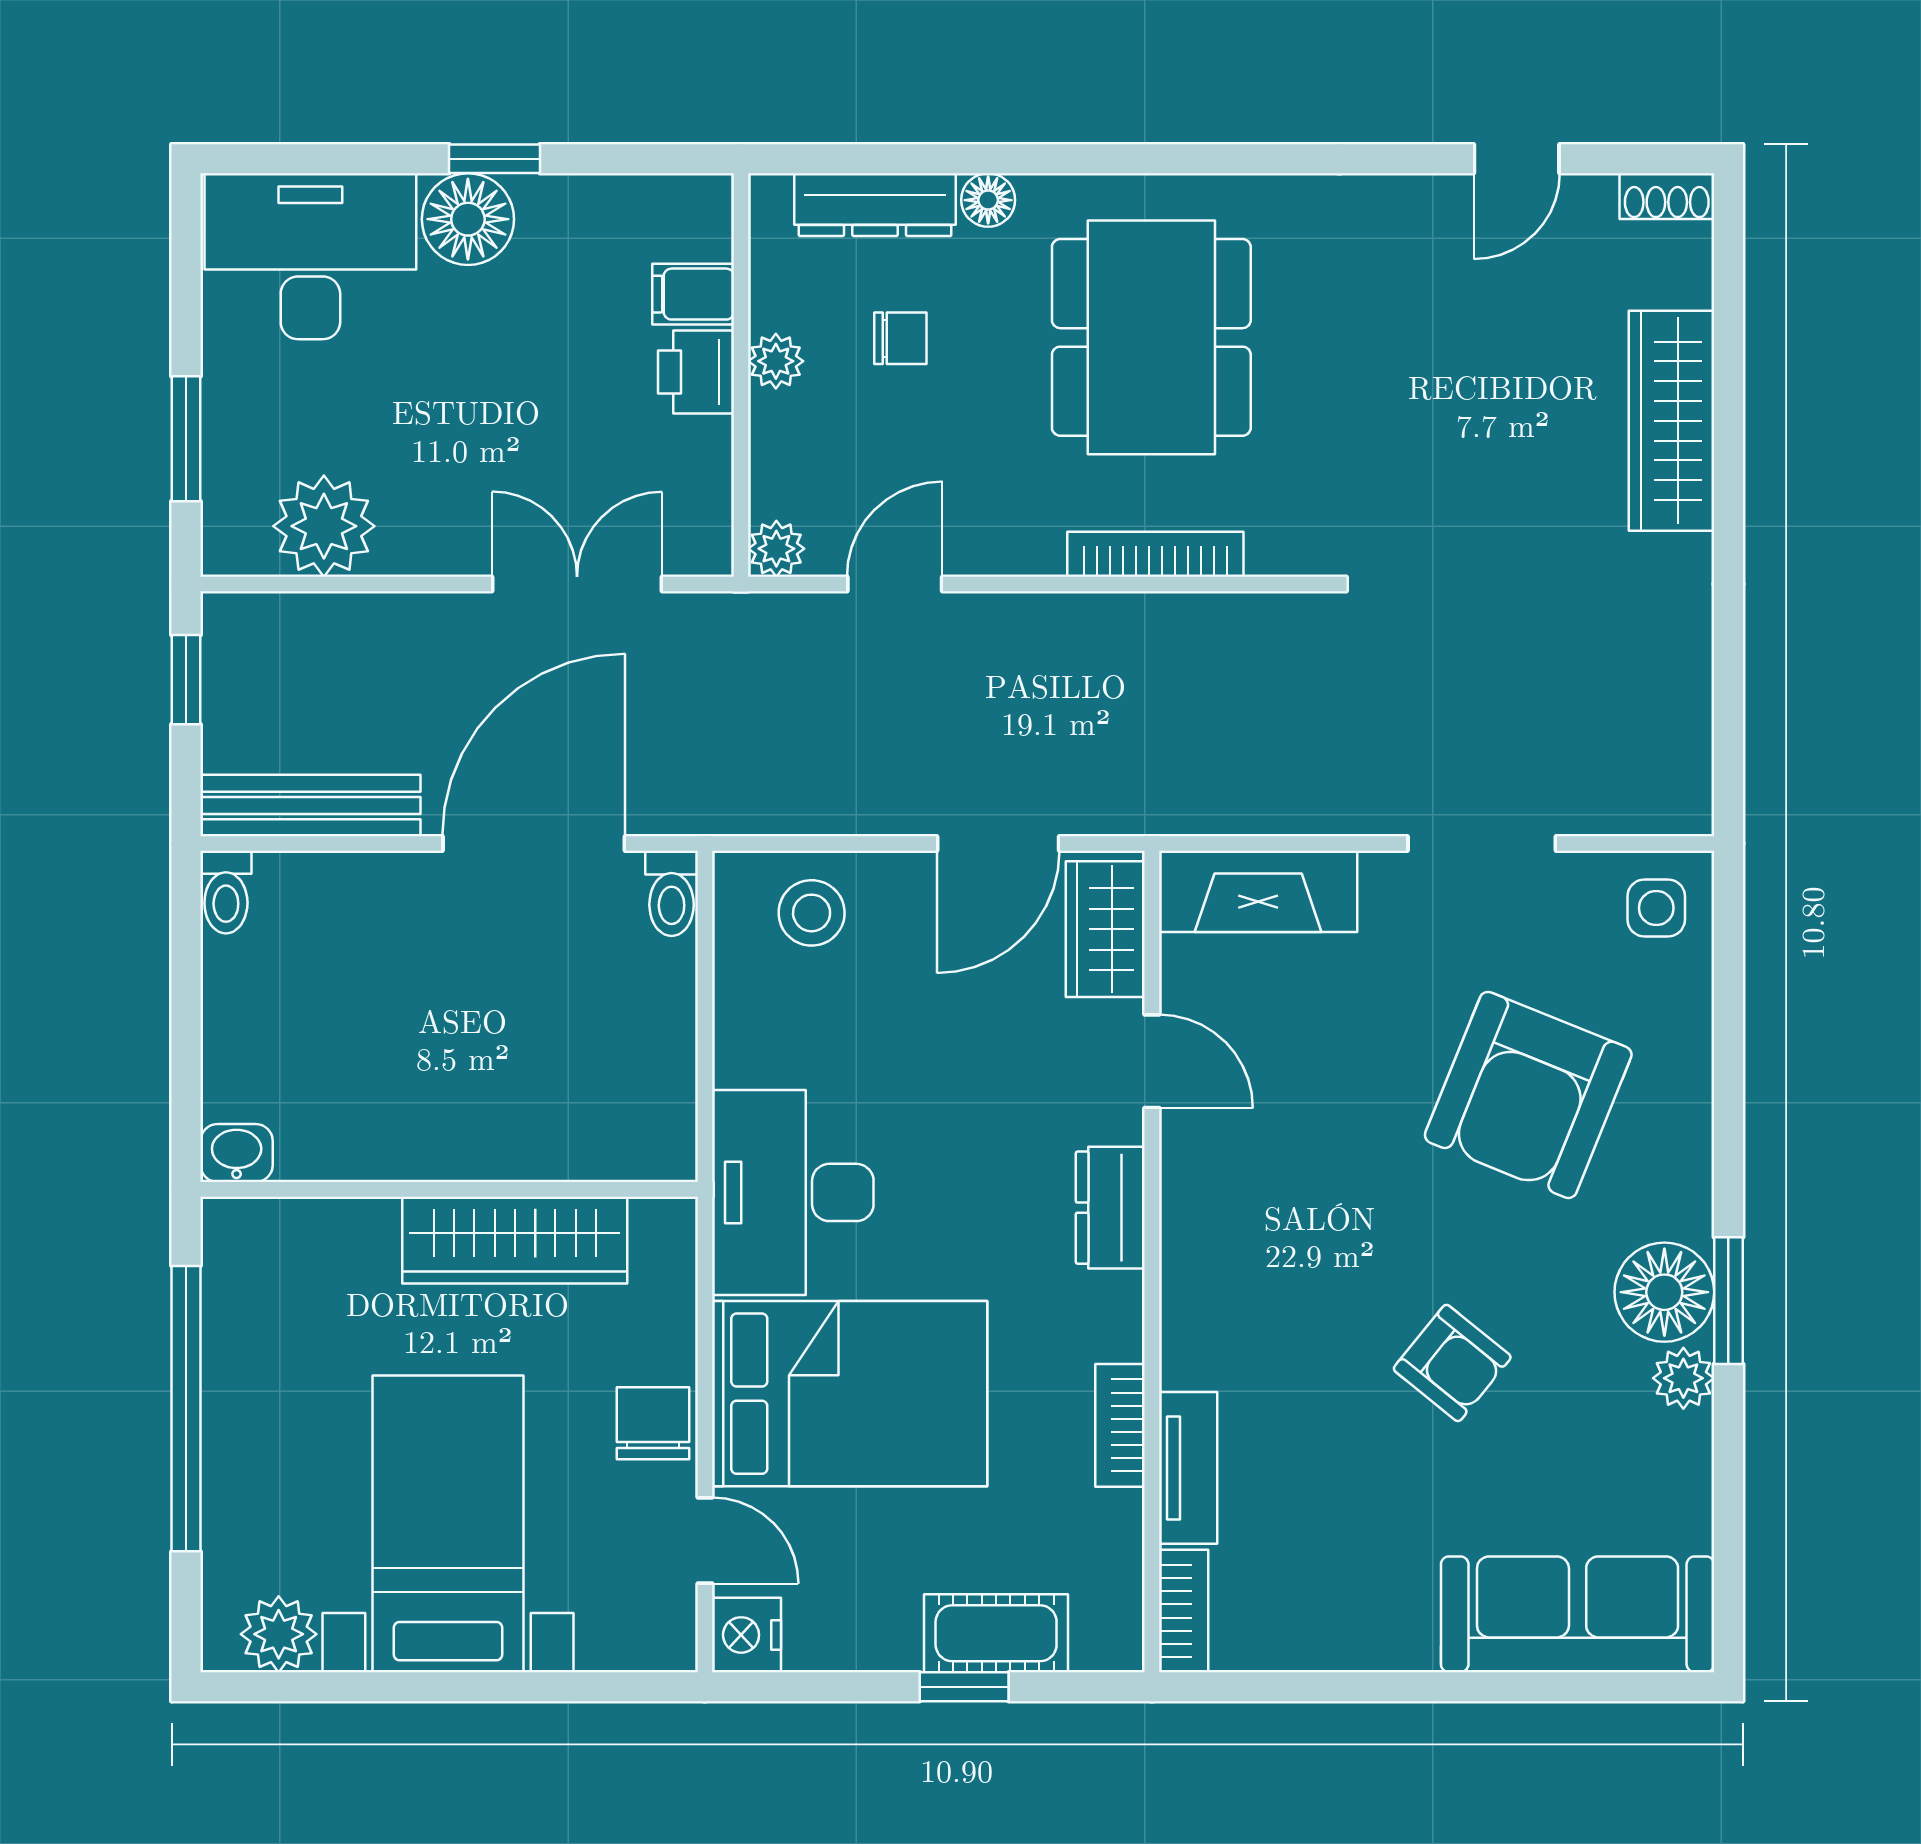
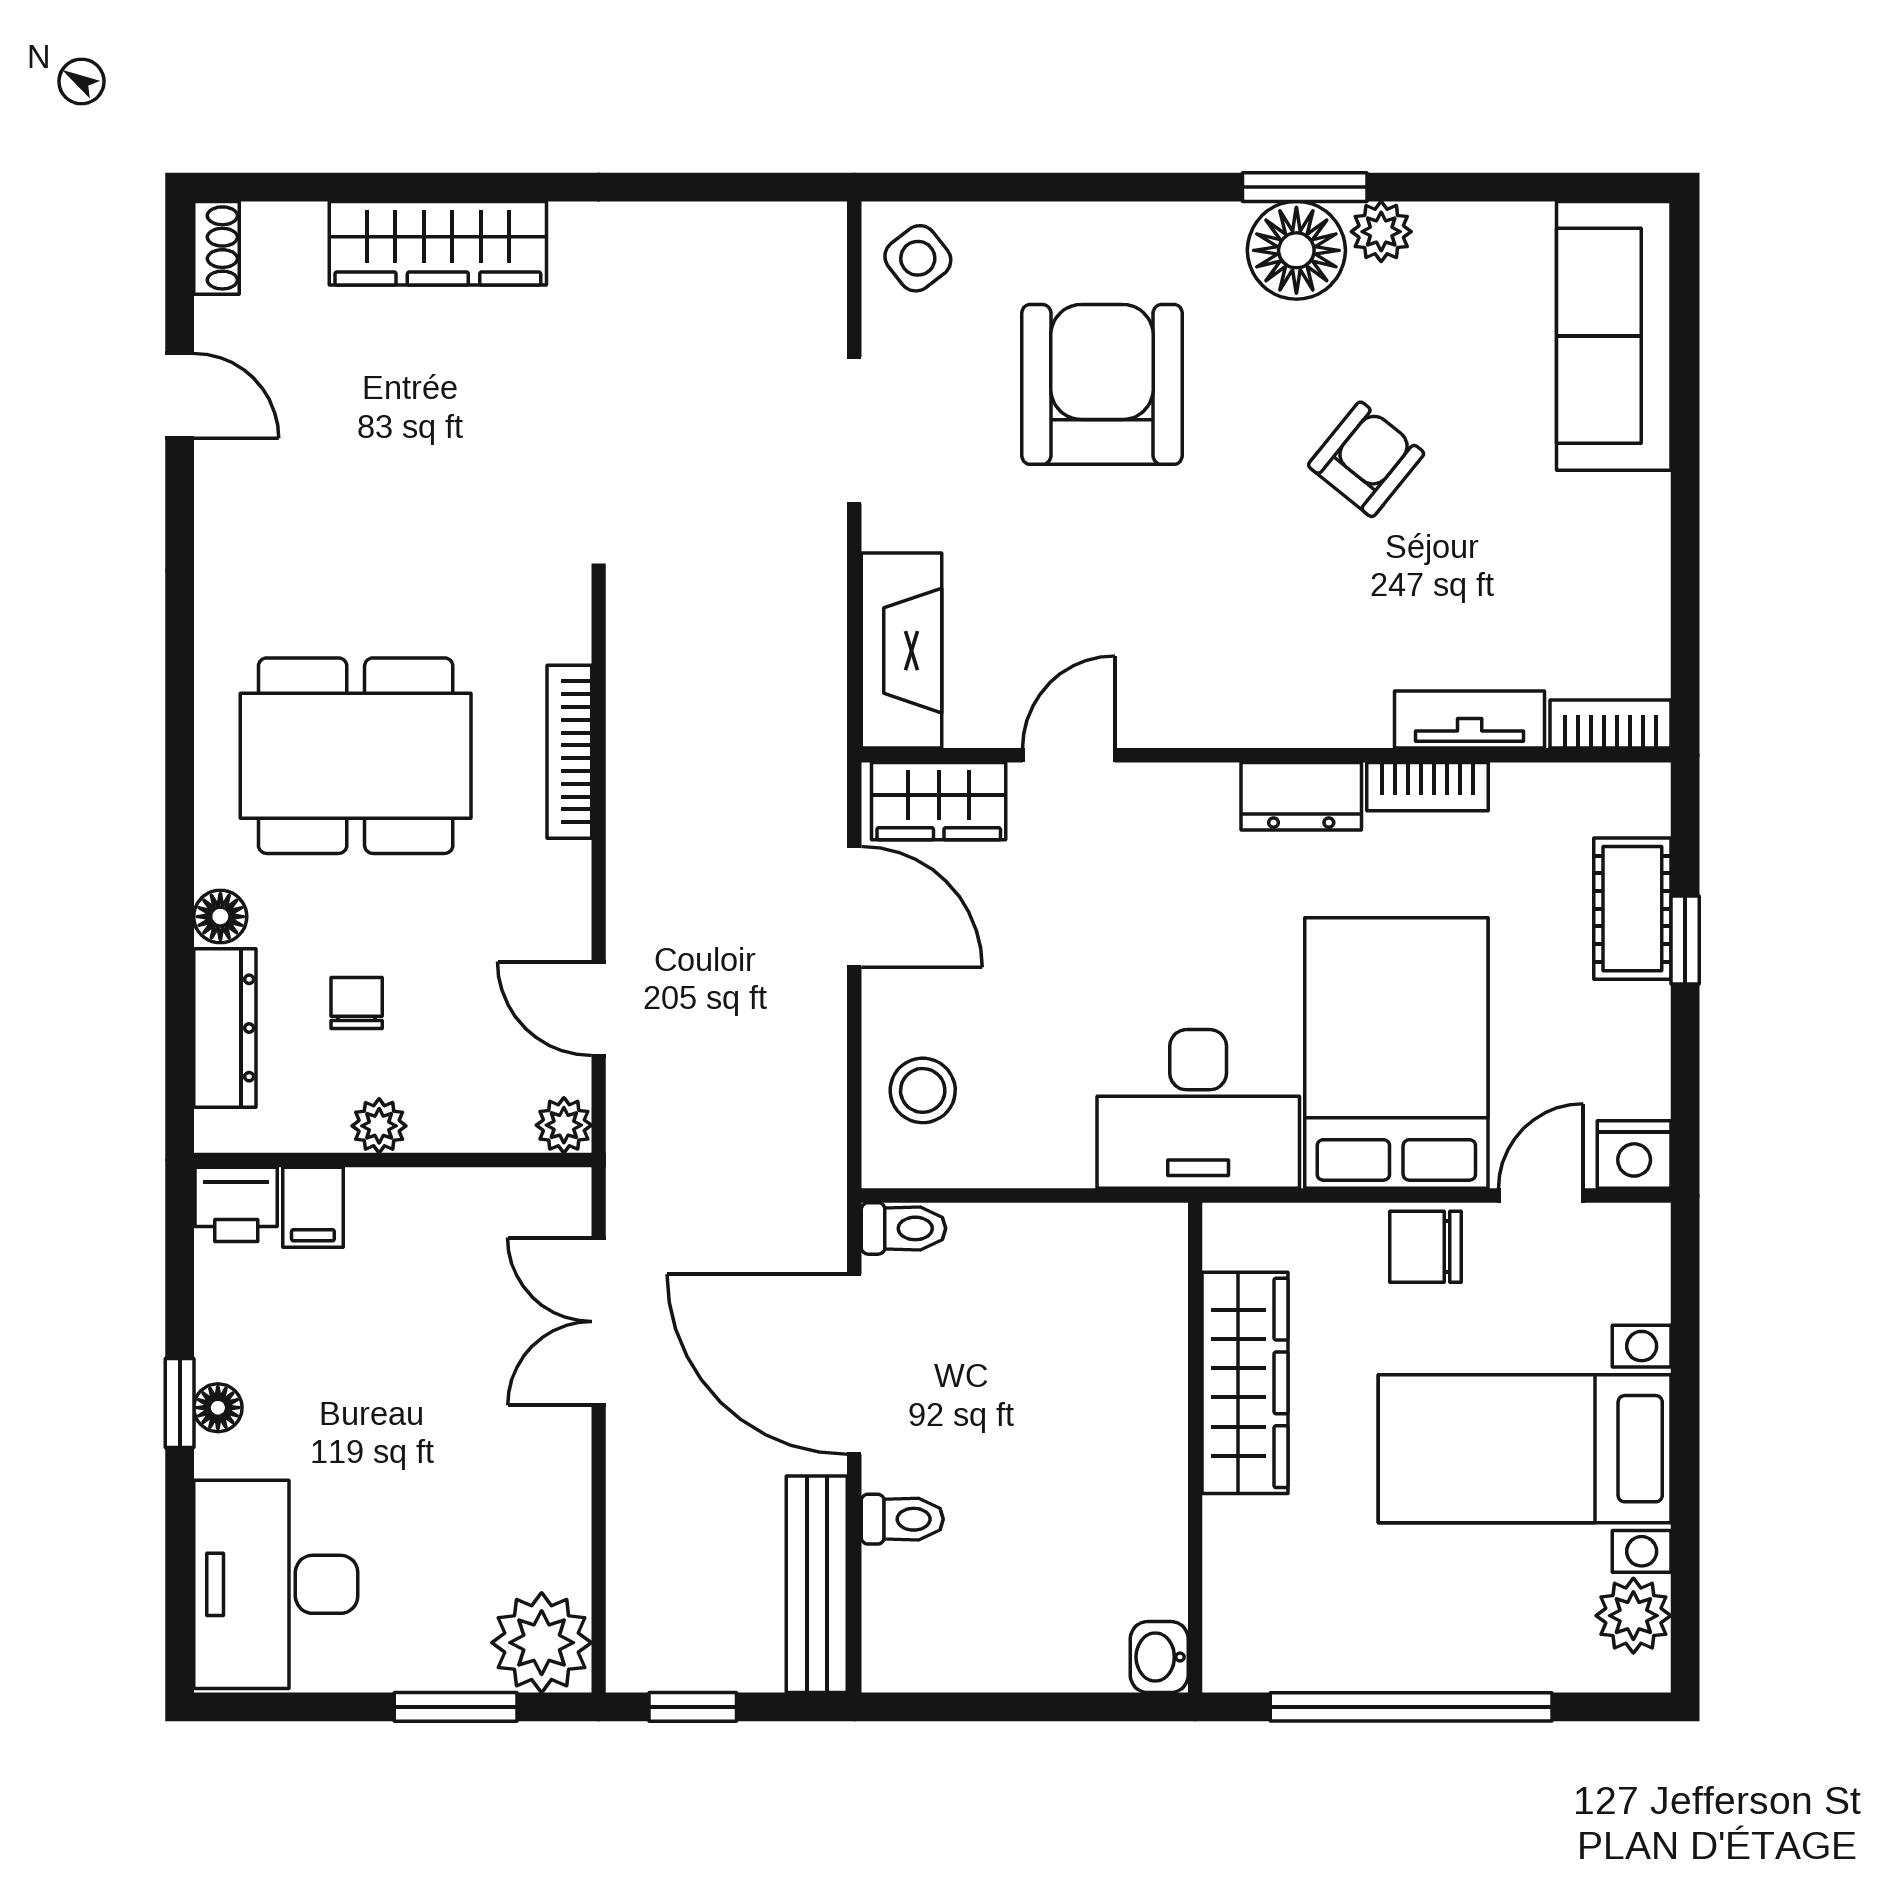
floor lamp: (468, 219) -> (218, 1408), width x0.53, depth x0.53
printer: (696, 372) -> (236, 1204), moved
plant: (324, 526) -> (542, 1643), moved
toilet: (226, 892) -> (902, 1519), moved
side table: (1656, 908) -> (918, 258), turned -38
armchair: (1528, 1095) -> (1102, 384), turned -112
dresser: (1110, 1208) -> (1301, 796), moved

